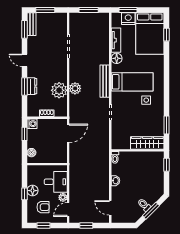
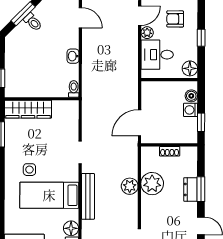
washing machine: (32, 124) -> (191, 110), moved
floor lamp: (33, 191) -> (190, 68), moved

